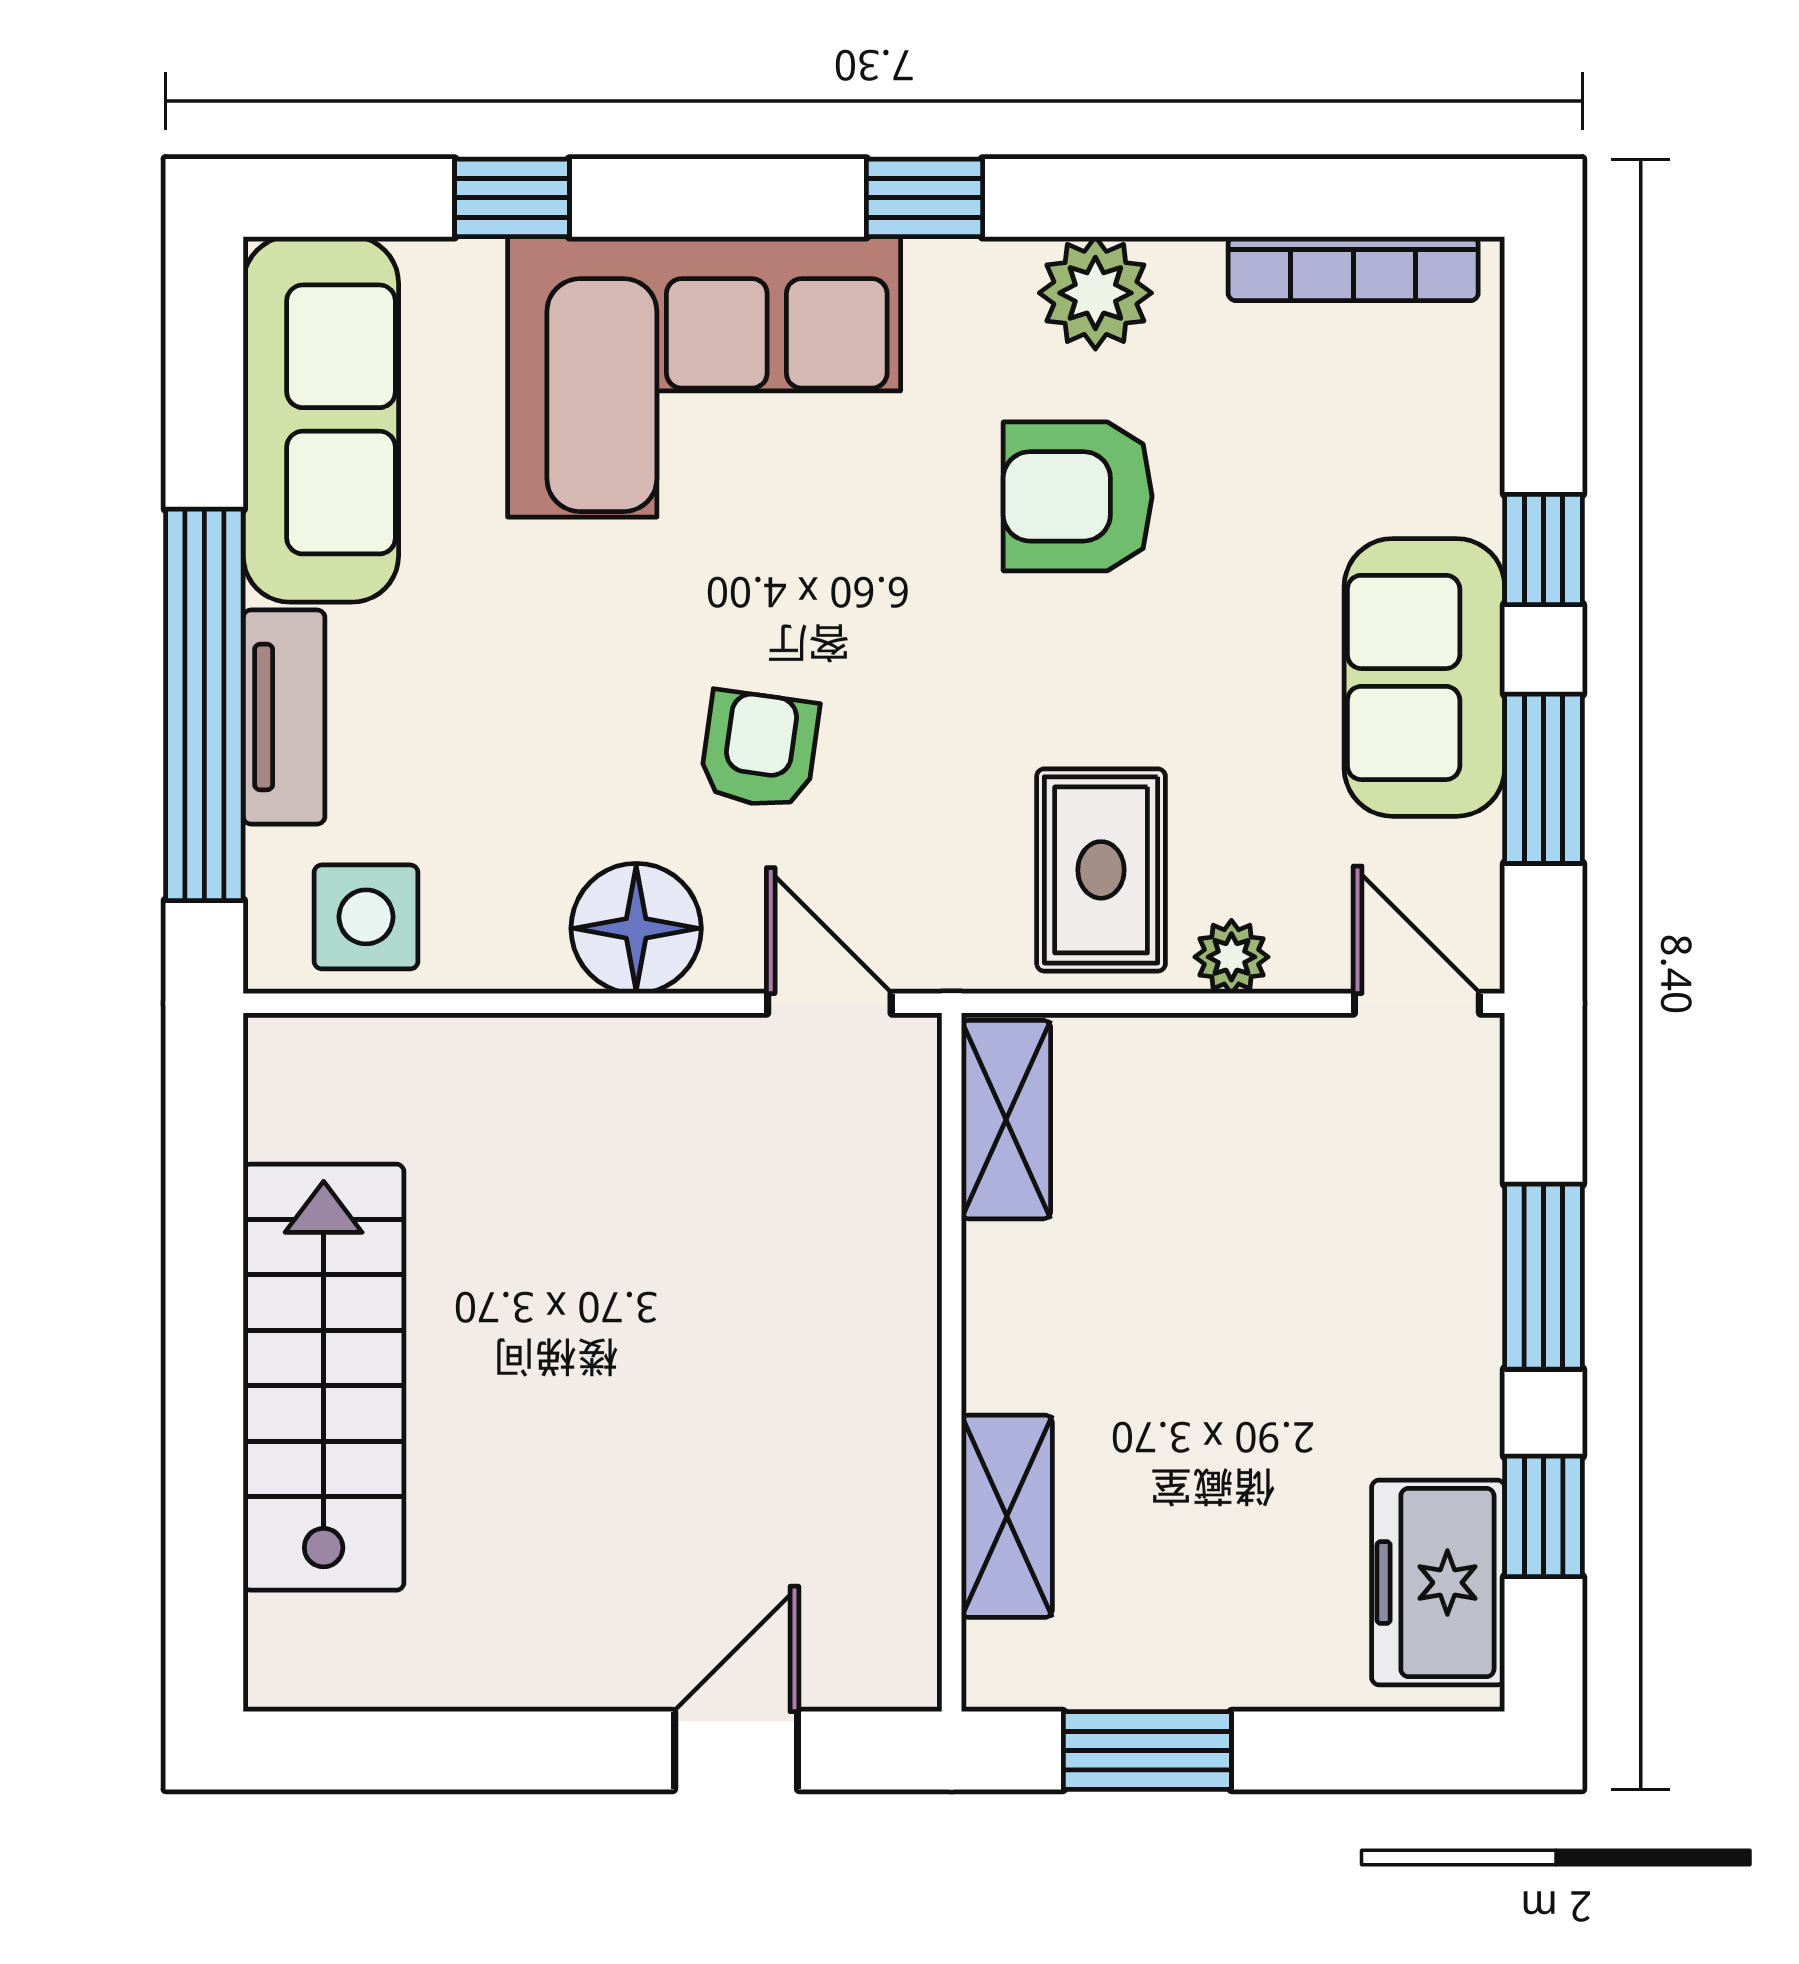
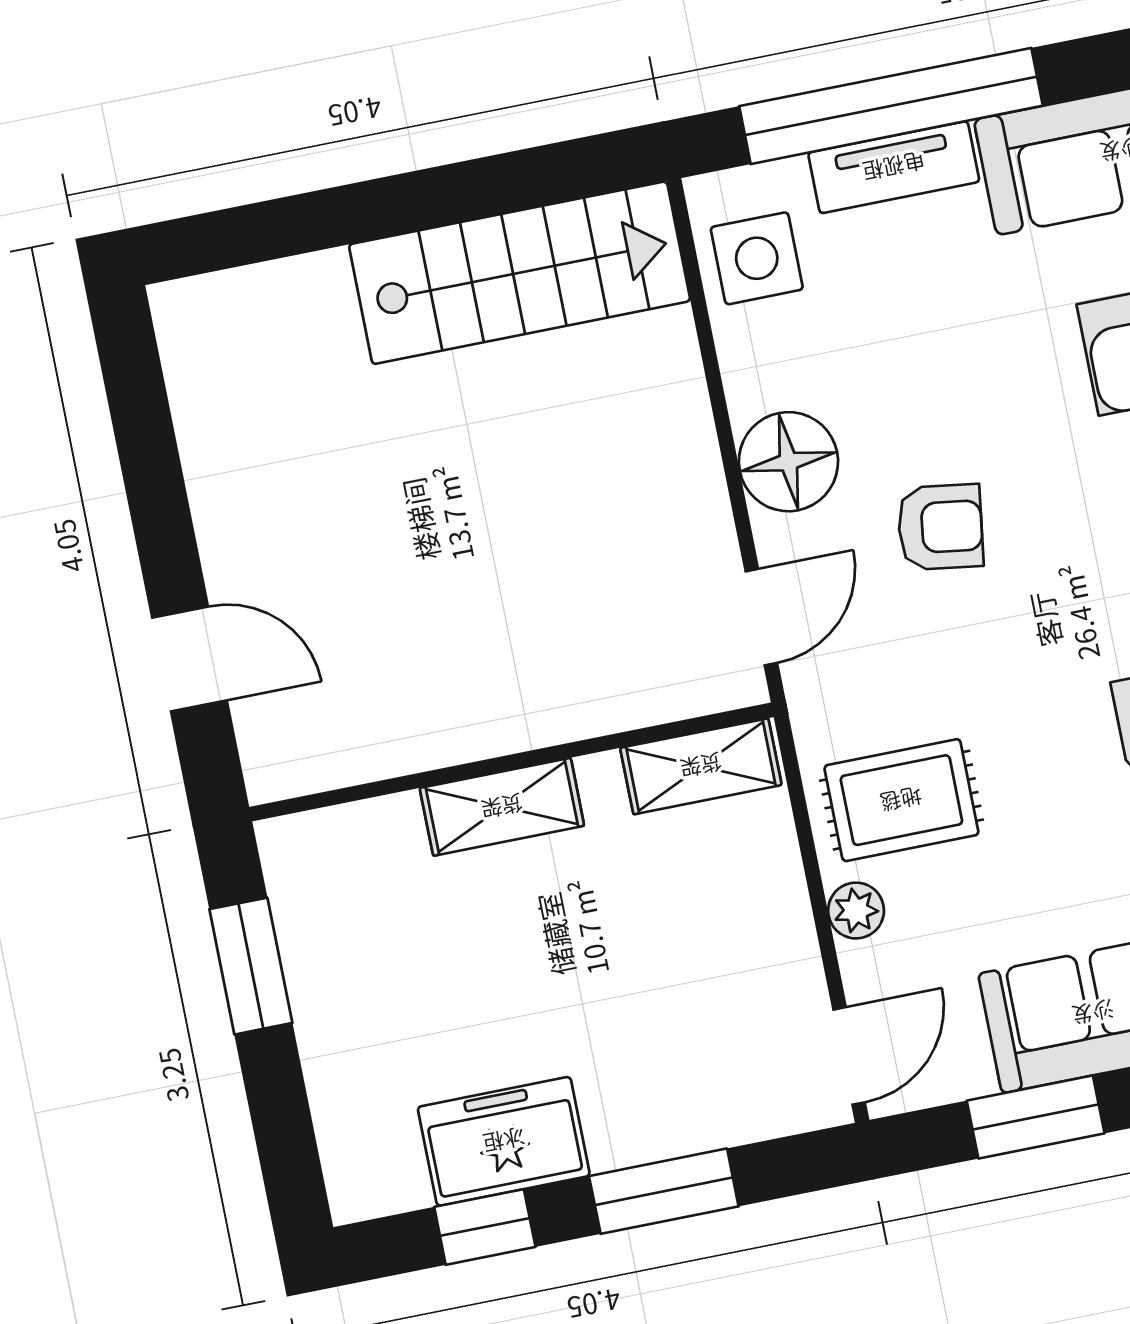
stairs: (324, 1377) -> (520, 273), moved
shelving: (1007, 1516) -> (502, 807), moved
freezer: (1438, 1583) -> (504, 1141), moved

